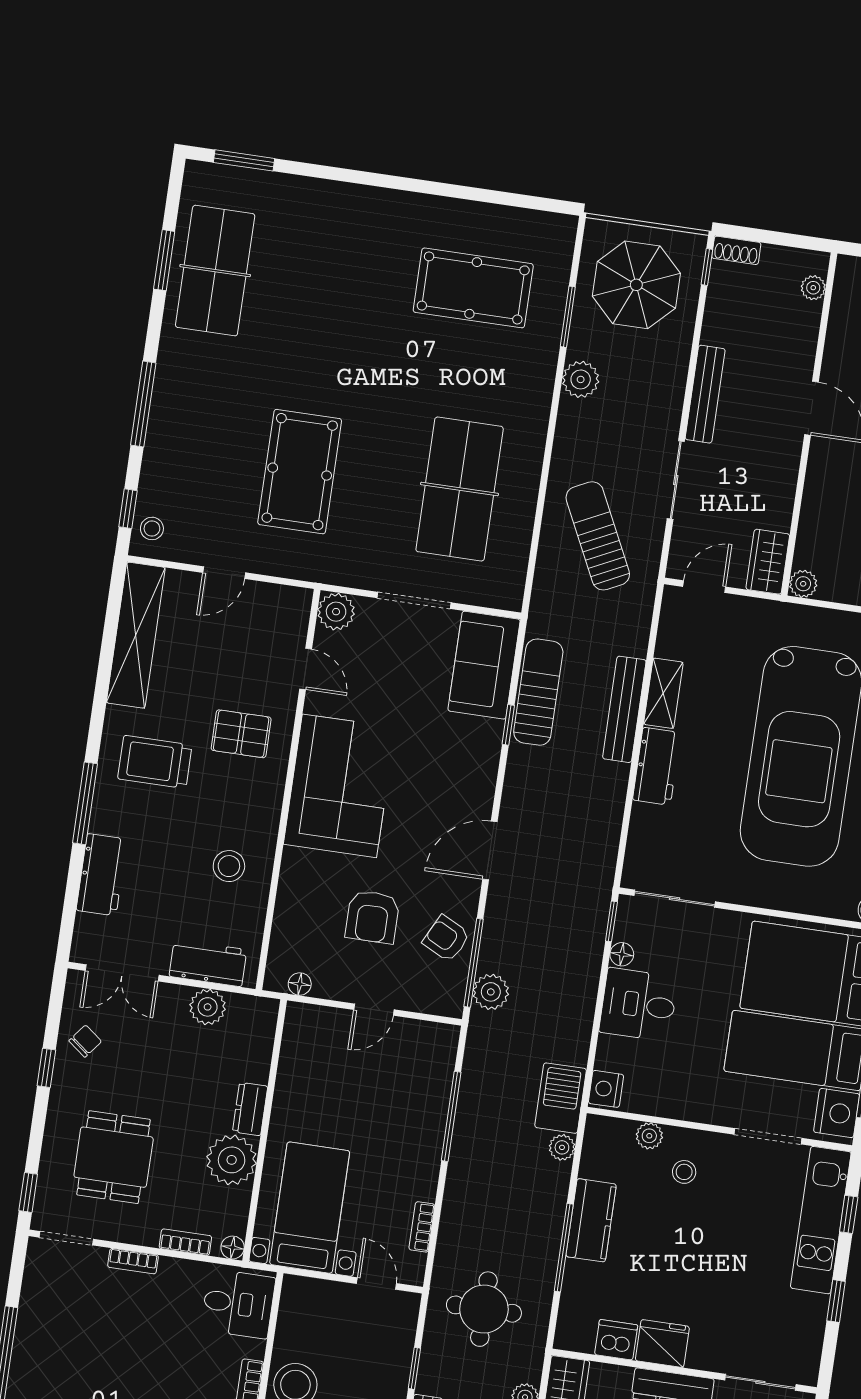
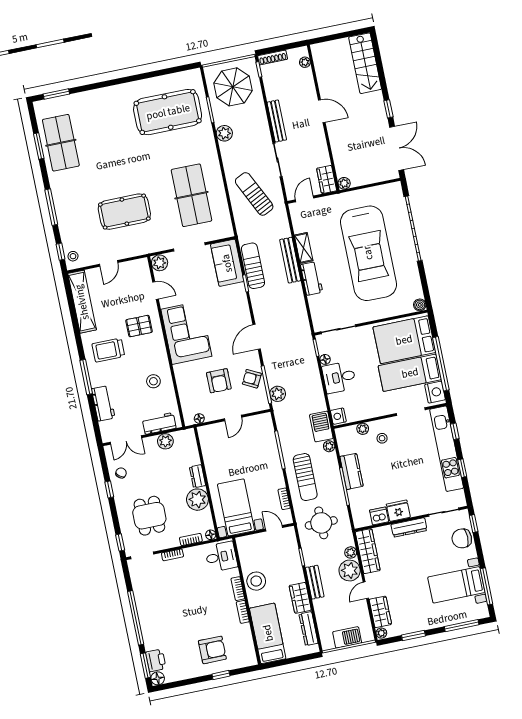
shoe rack: (736, 250) -> (273, 58), width x1.43
pool table: (473, 288) -> (168, 112), width x1.36, depth x1.32
pool table: (300, 472) -> (124, 212), turned 90
sun lounger: (485, 1196) -> (305, 477), added
kitchen unit: (821, 1220) -> (447, 449), width x1.36

